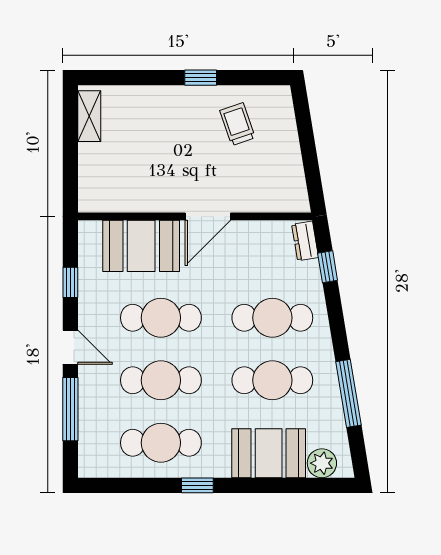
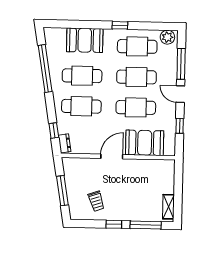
window: (135, 78) -> (146, 225), added
window: (307, 144) -> (62, 191), added
window: (348, 393) -> (45, 68), width x1.46
plant: (322, 463) -> (167, 37), moved

